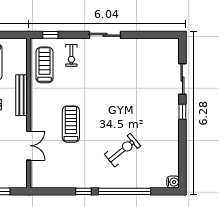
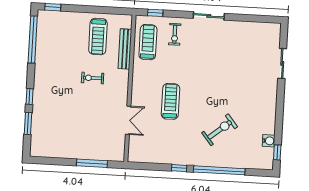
bench: (21, 95) -> (125, 49), moved
window: (182, 112) -> (277, 152), moved
water cooler: (173, 182) -> (269, 141), moved

